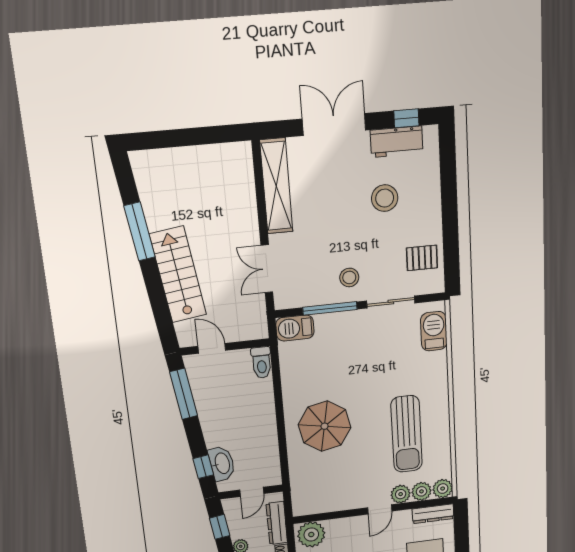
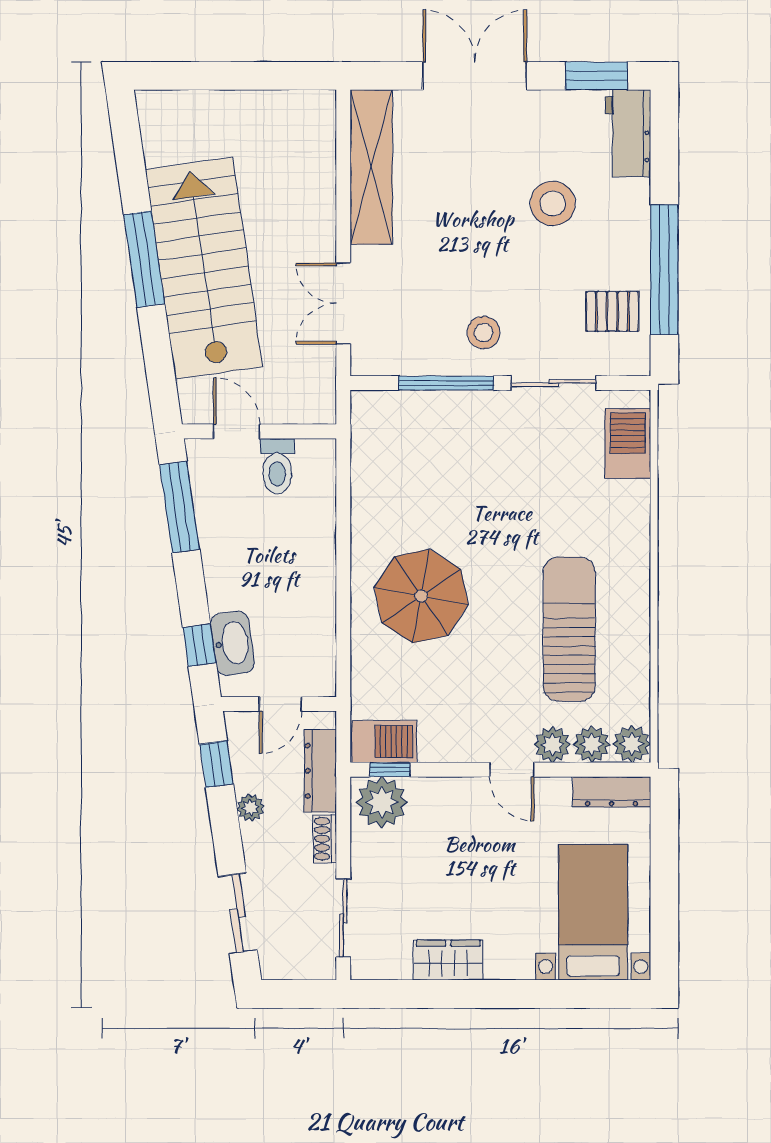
window: (406, 118) -> (597, 76), width x1.50
workbench: (397, 142) -> (628, 133), moved, turned 90
window: (139, 231) -> (144, 259), moved
window: (450, 231) -> (664, 270), added
stairs: (178, 275) -> (204, 268), width x1.36, depth x1.51
barbecue: (295, 328) -> (384, 742), moved, turned 180
toilet: (261, 362) -> (277, 466), moved
sun lounger: (406, 434) -> (569, 629), turned 180
door: (380, 509) -> (512, 770), hinge flipped
window: (314, 518) -> (390, 770), added

